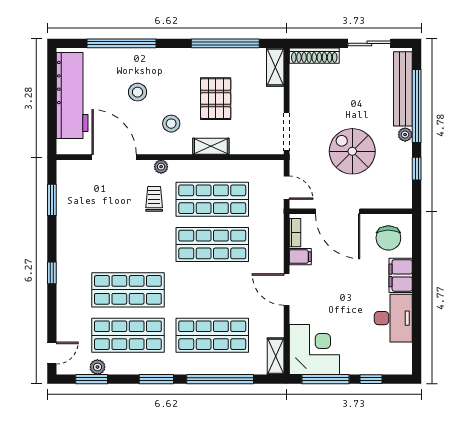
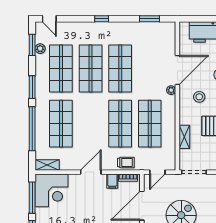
shelving: (211, 146) -> (184, 137), moved
door: (114, 157) -> (177, 70), moved
trolley: (154, 199) -> (126, 163), moved
shop shelf: (128, 245) -> (120, 69), added

